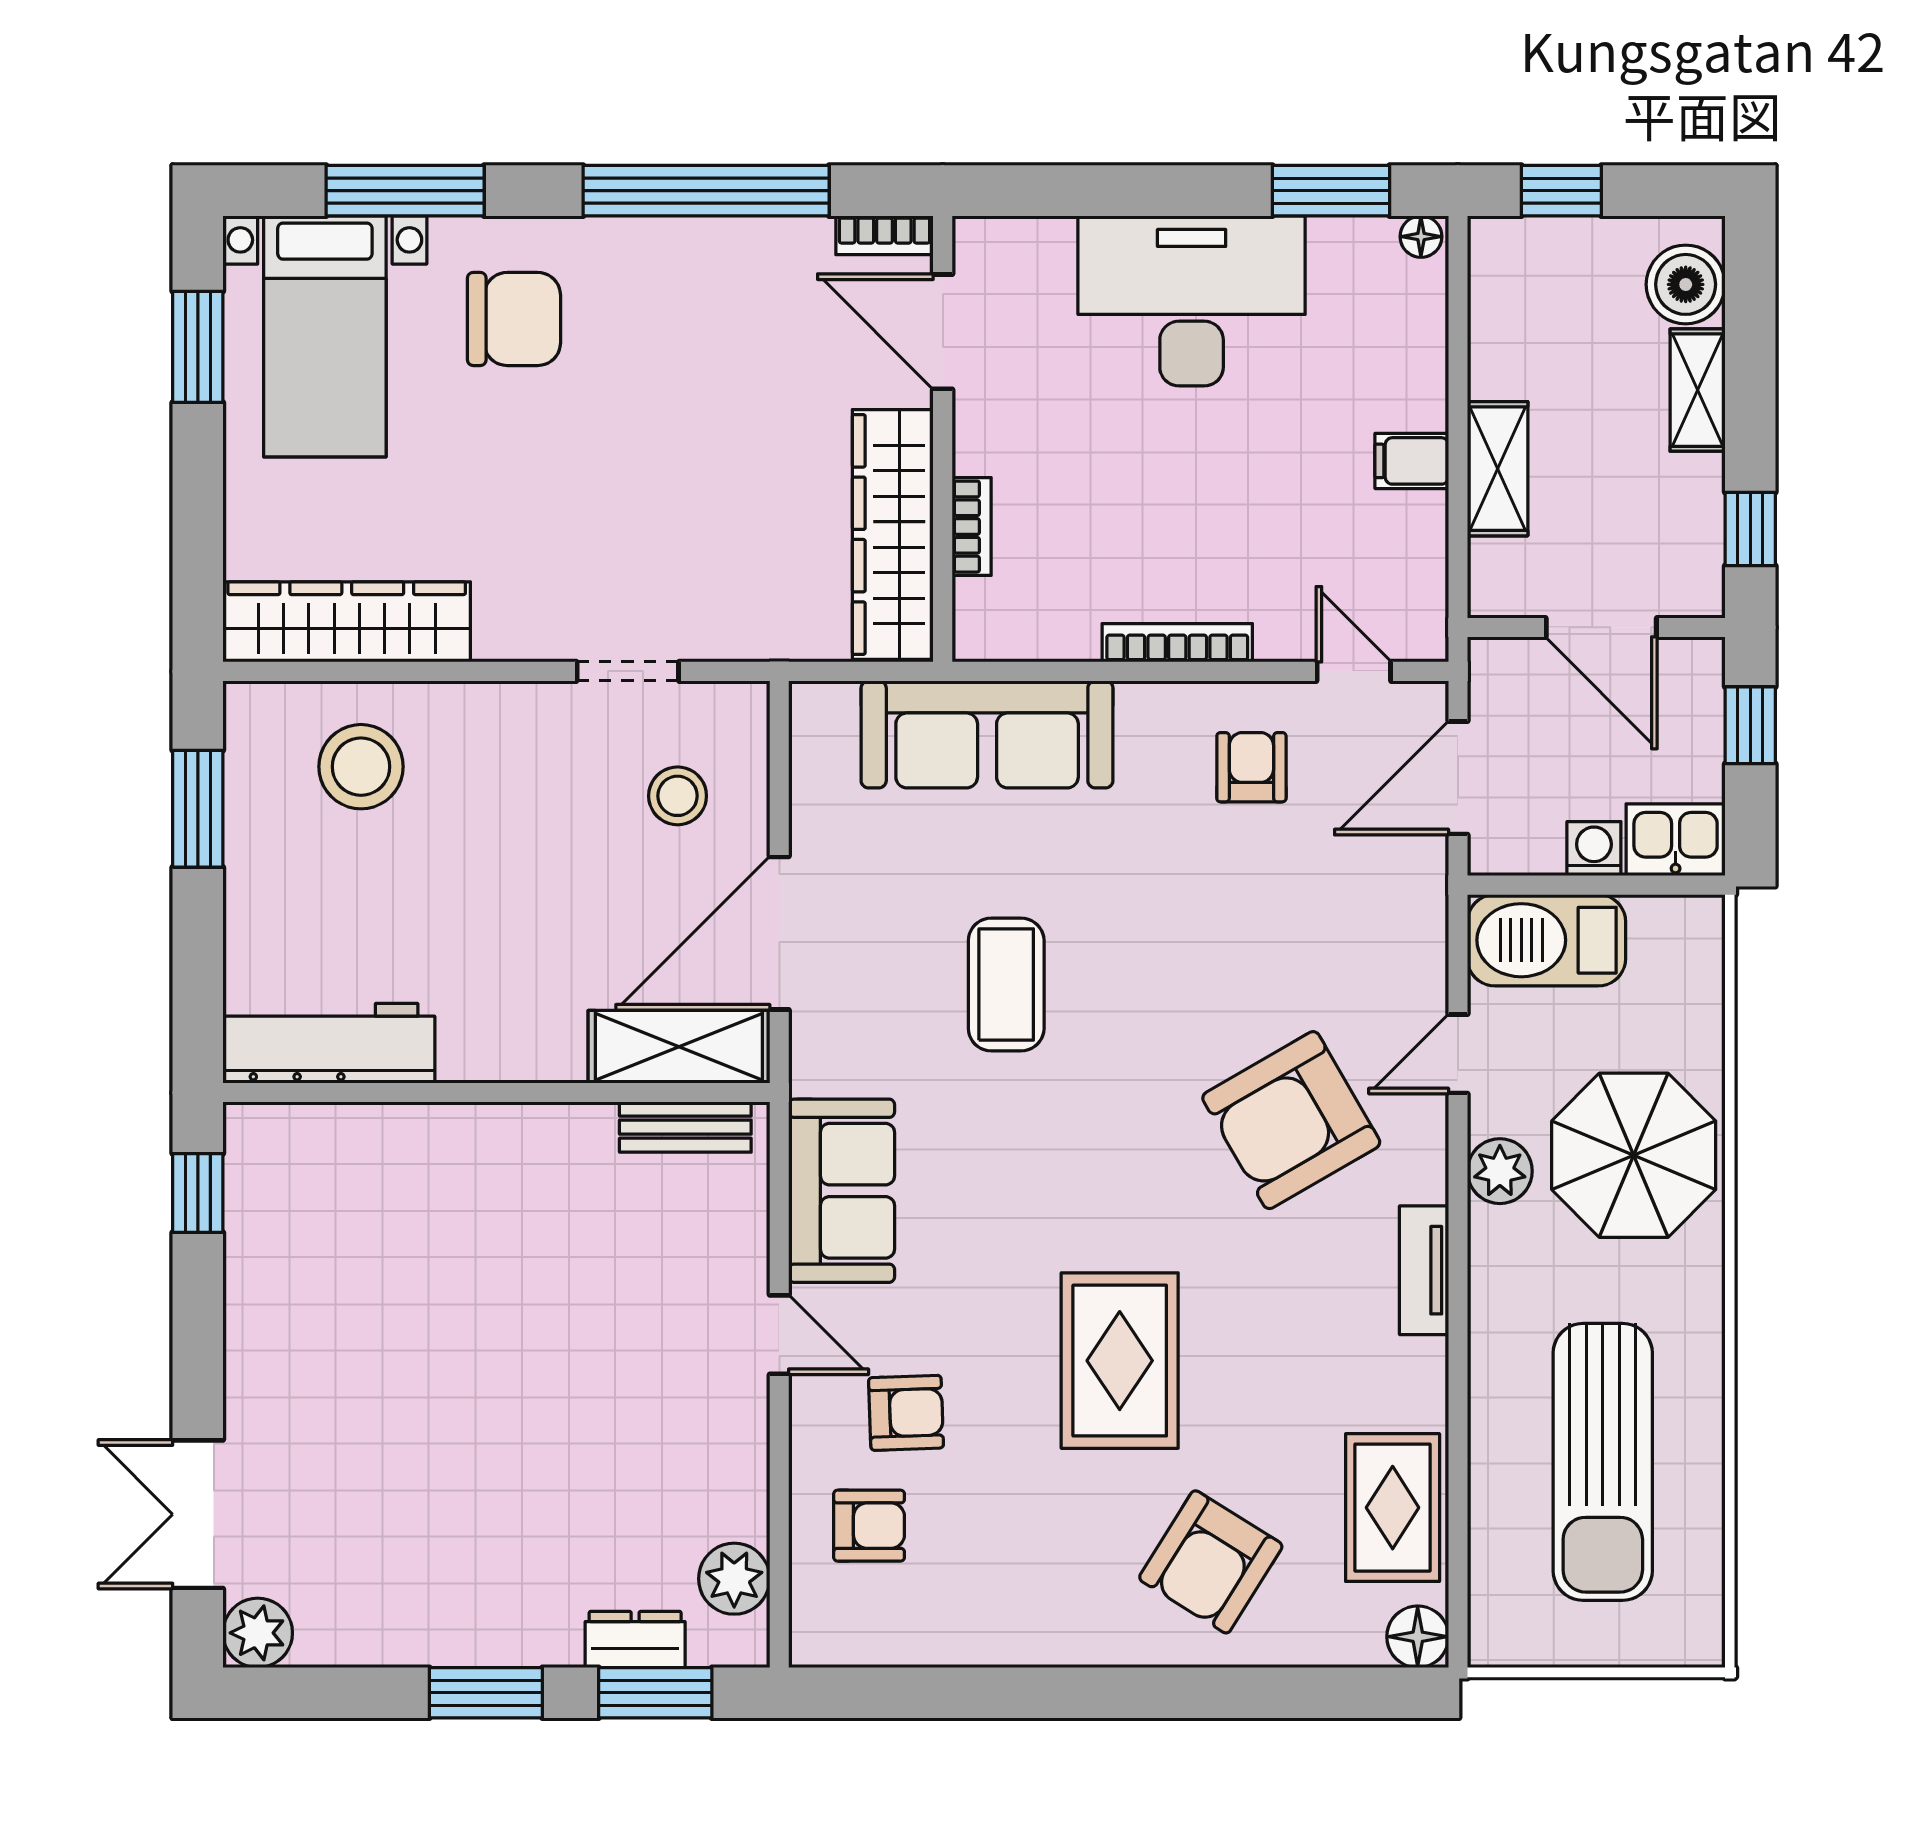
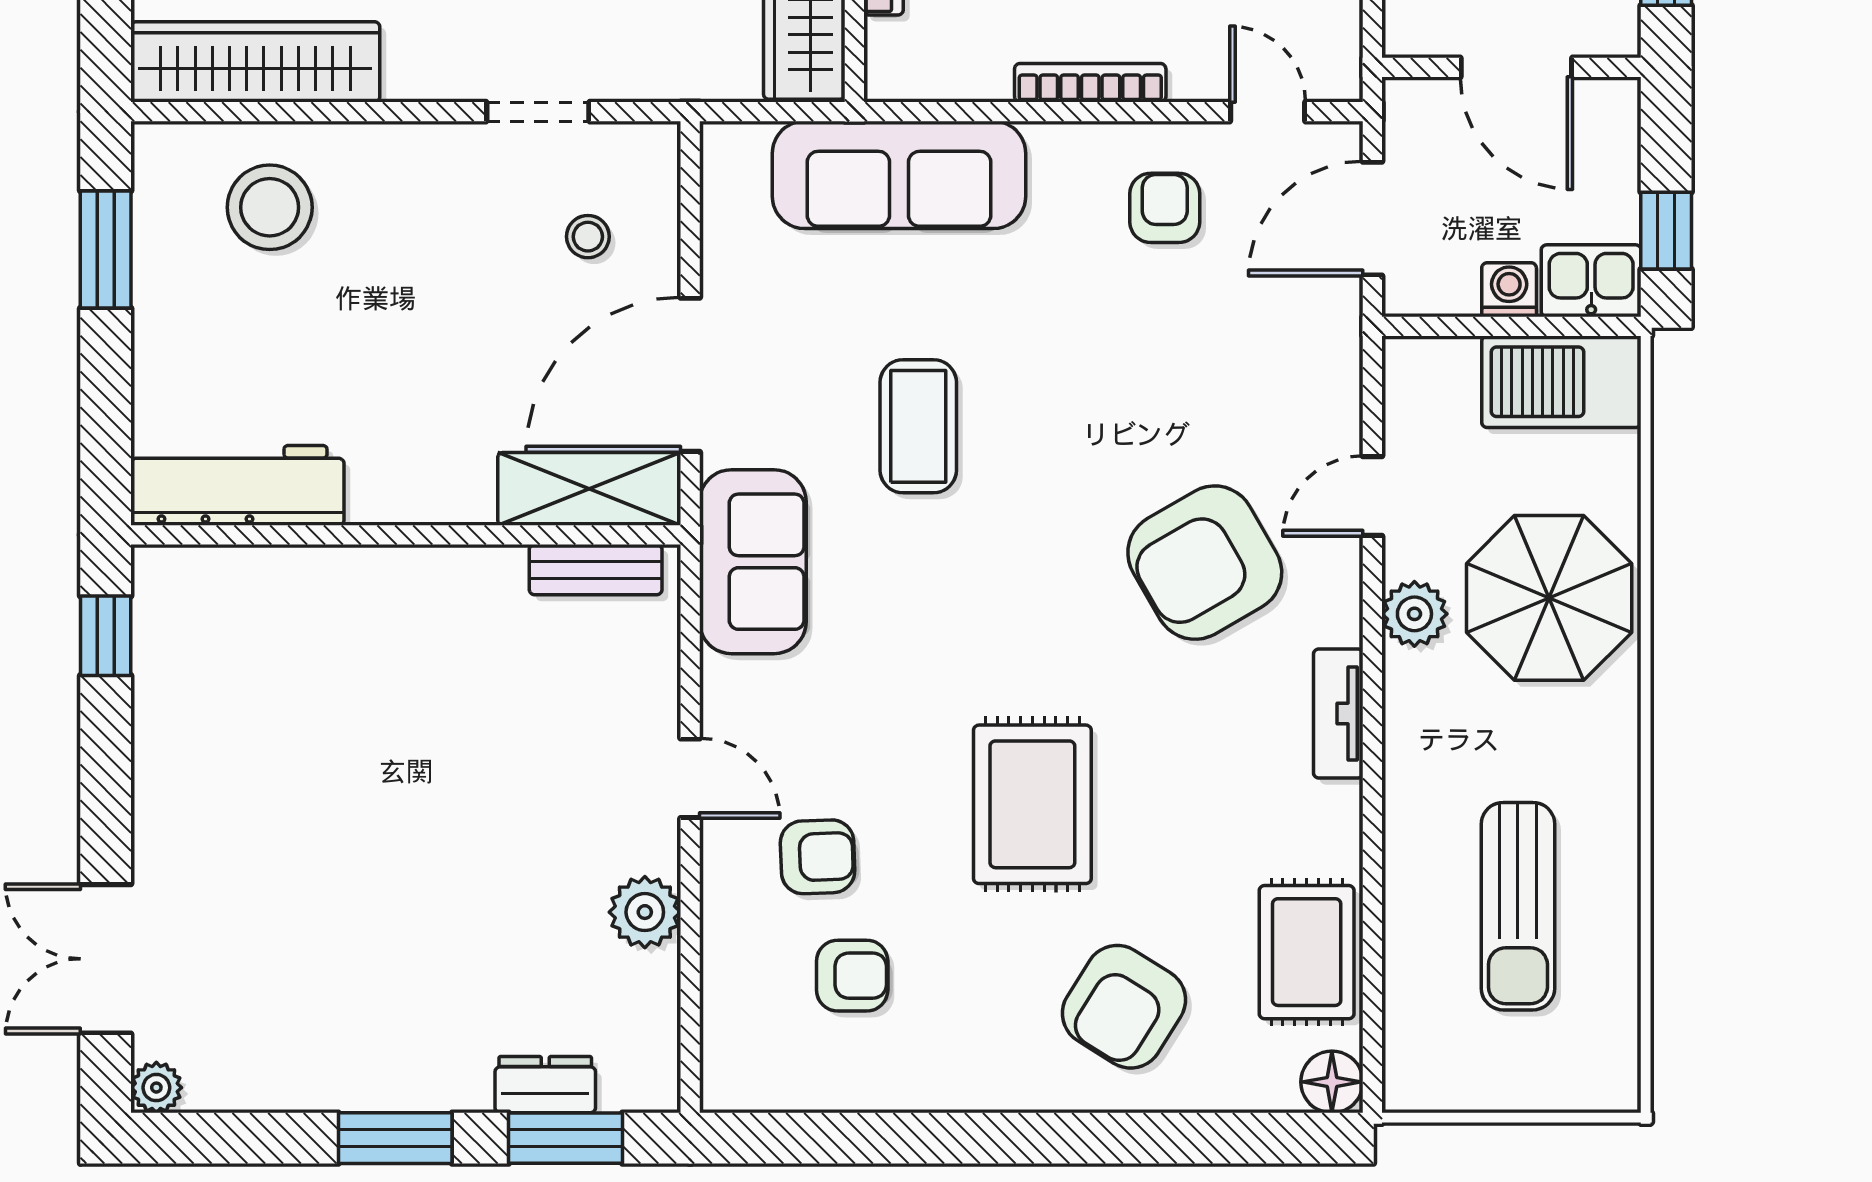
window: (1750, 725) -> (1666, 231), moved
stool: (678, 796) -> (588, 237), width x0.73, depth x0.73
barbecue: (1547, 940) -> (1561, 382), moved
sofa: (842, 1191) -> (753, 562), moved
sun lounger: (1603, 1462) -> (1518, 906), width x0.73, depth x0.75
armchair: (869, 1526) -> (852, 976), moved
plant: (734, 1579) -> (645, 912), moved
plant: (258, 1633) -> (156, 1088), width x0.73, depth x0.73

